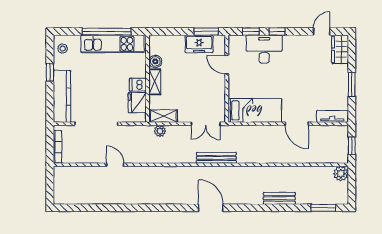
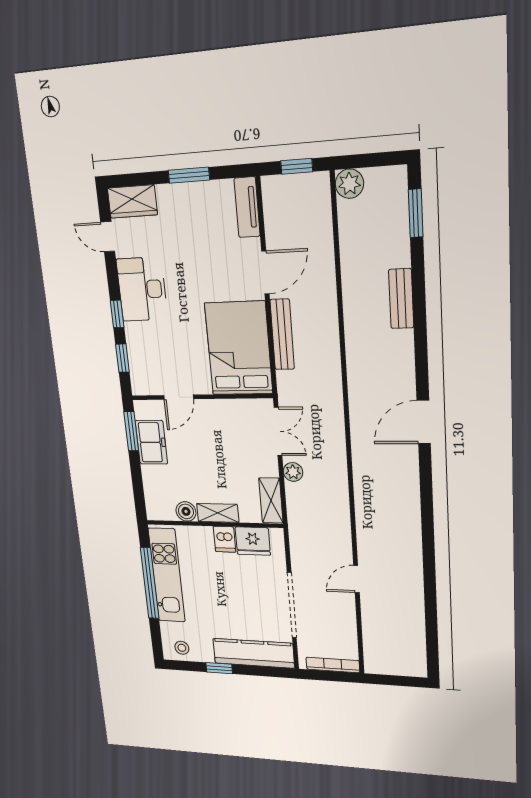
desk: (264, 49) -> (142, 289), moved
bed: (255, 110) -> (239, 348), width x1.50
plant: (160, 131) -> (293, 472), moved
bench: (216, 158) -> (282, 334), moved

